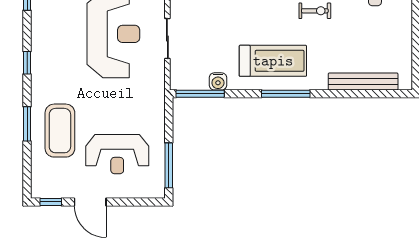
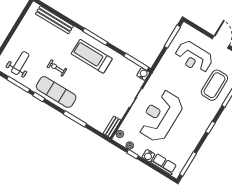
water cooler: (218, 81) -> (143, 74), moved
reception desk: (117, 154) -> (194, 57), turned 180

